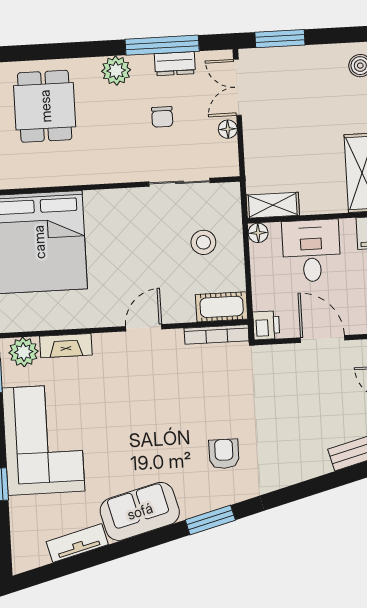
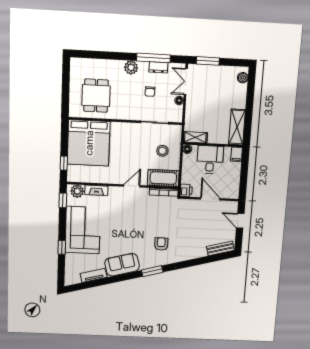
dining table: (45, 106) -> (96, 96), moved
cot: (222, 307) -> (163, 178), width x1.37, depth x1.34

